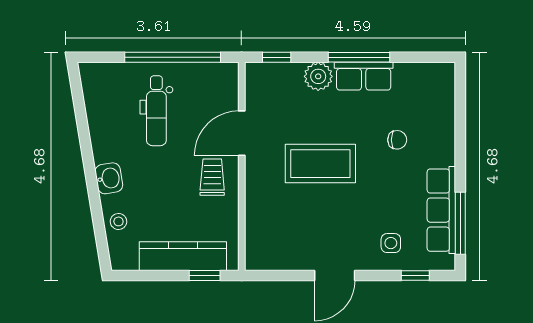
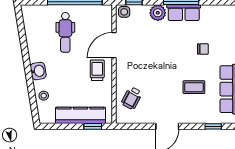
coffee table: (320, 164) -> (194, 87), moved, width x0.54, depth x0.58
wheelchair: (273, 226) -> (132, 98), added
side table: (391, 243) -> (124, 12), moved

